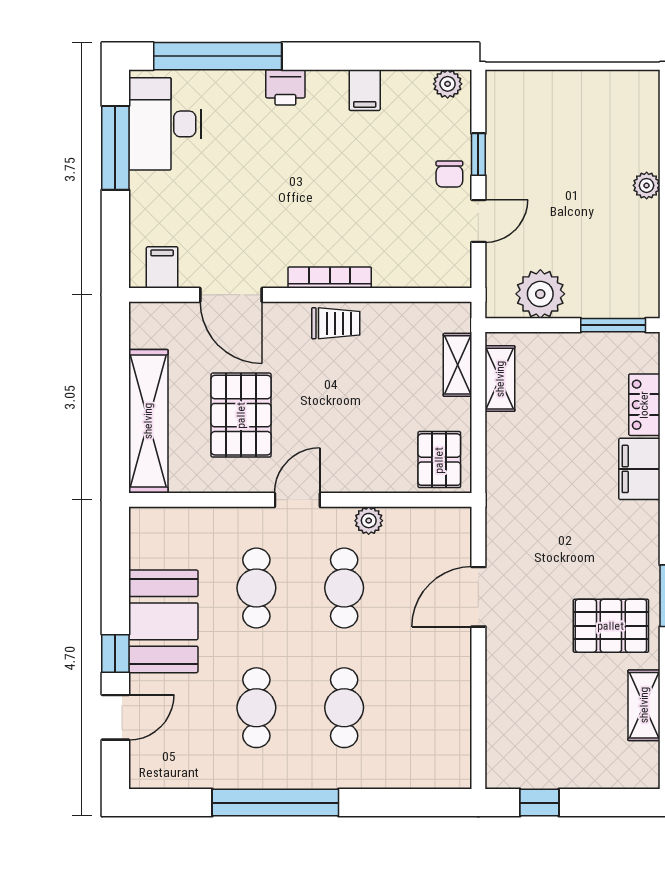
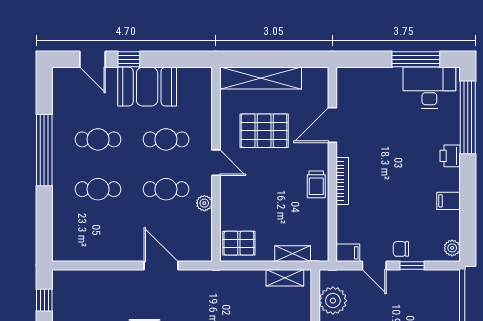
filing cabinet: (162, 267) -> (348, 253), moved

